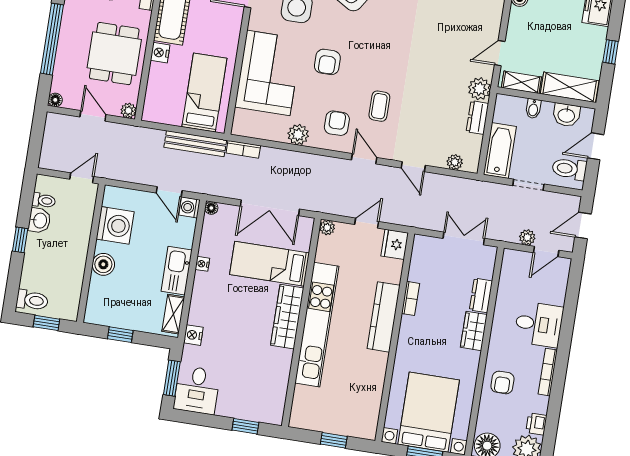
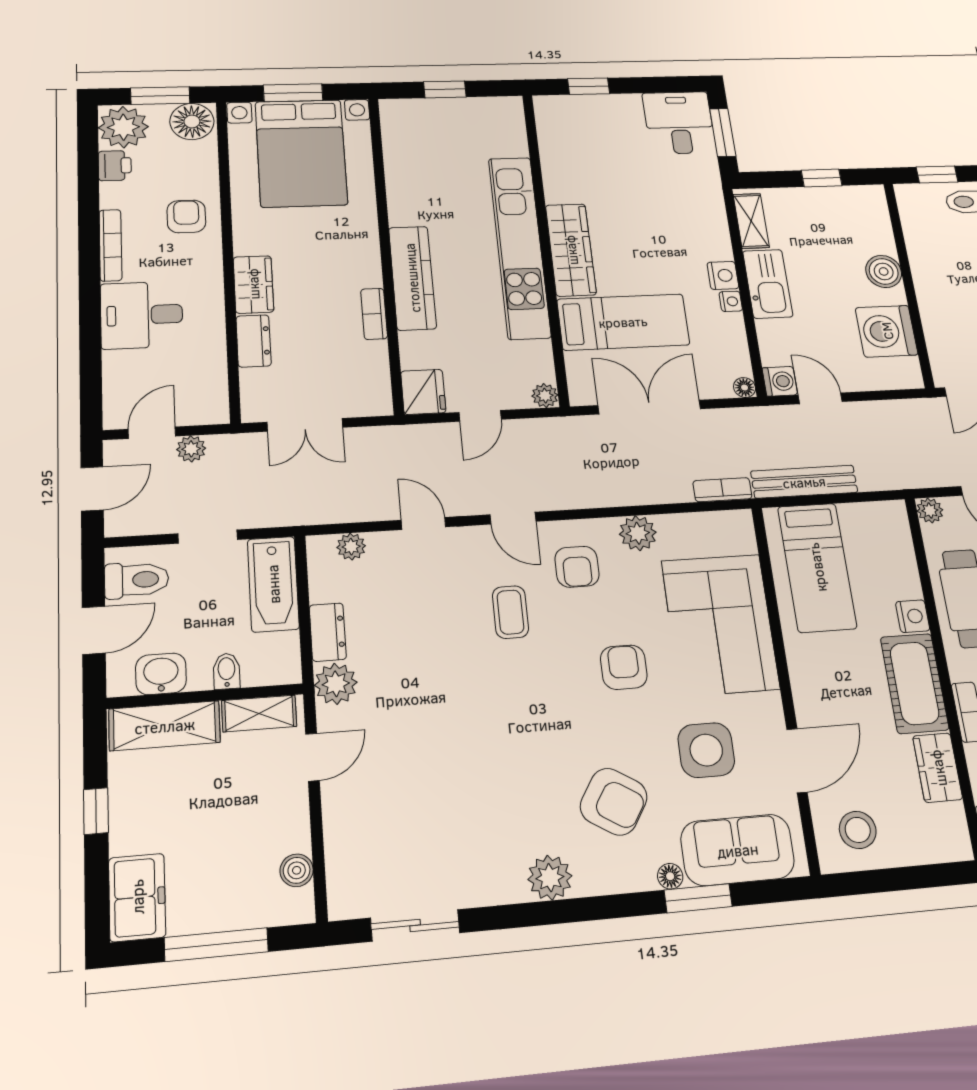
nightstand: (193, 335) -> (723, 275), moved

